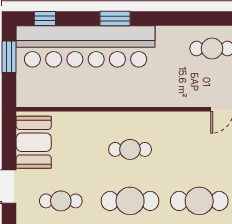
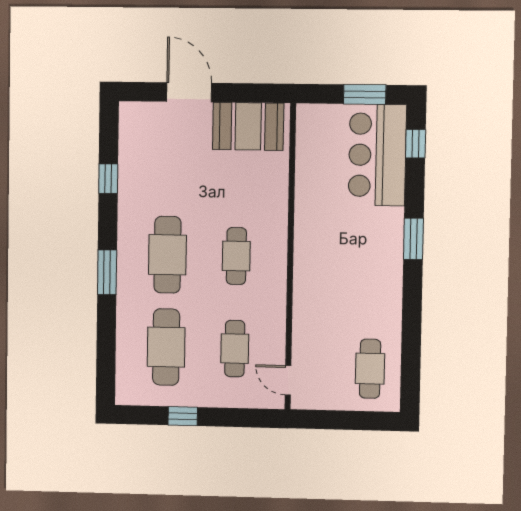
bar counter: (86, 46) -> (377, 155), width x0.54
cafe table: (61, 201) -> (235, 349), moved

